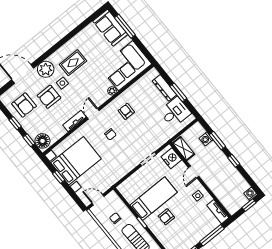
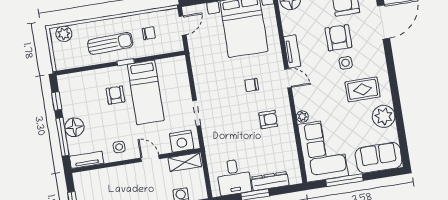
window: (125, 26) -> (345, 180), moved
rug: (73, 63) -> (363, 89), turned 90
plant: (46, 69) -> (384, 116), moved
floor lamp: (202, 231) -> (74, 127), added

